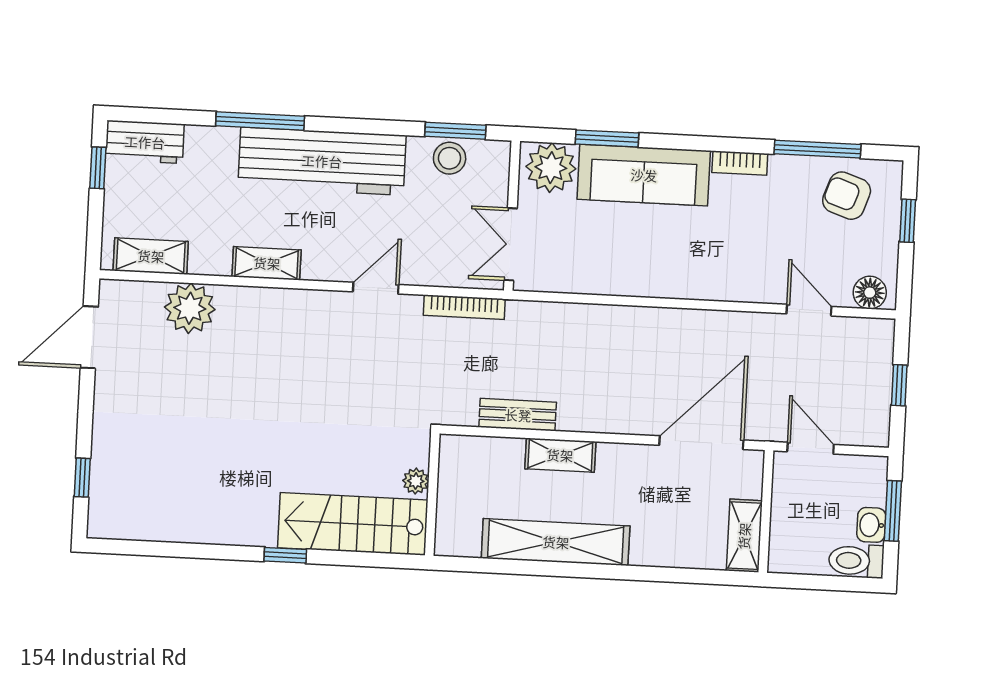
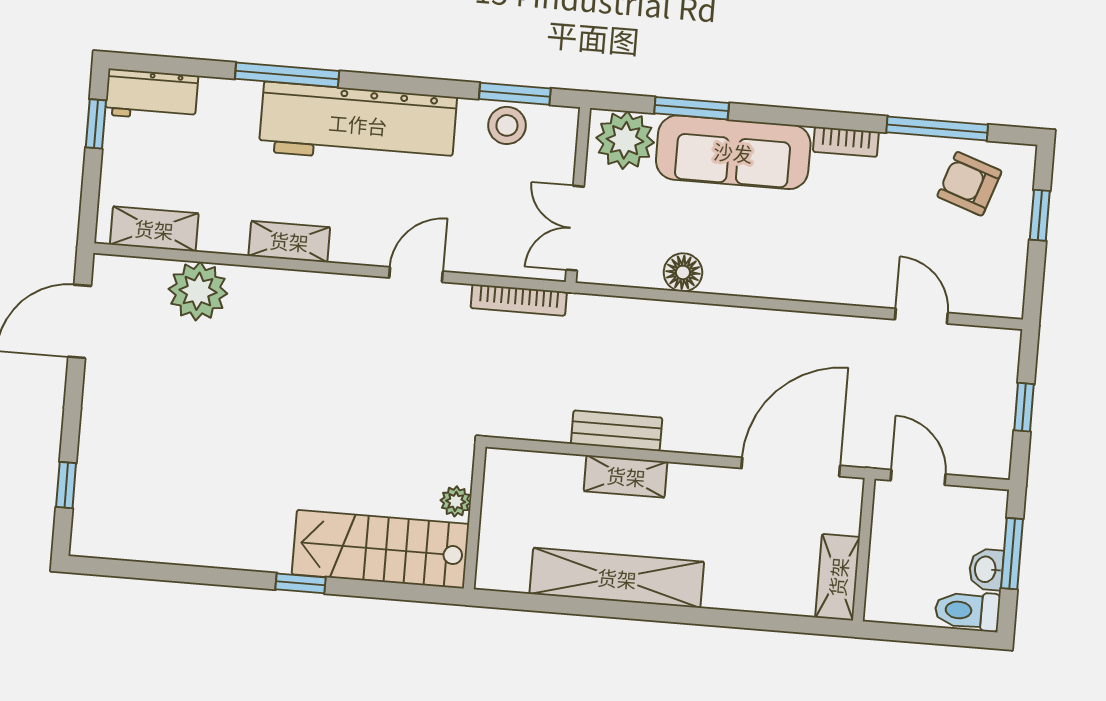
floor lamp: (870, 293) -> (683, 272), moved
bench: (518, 415) -> (617, 431), moved

